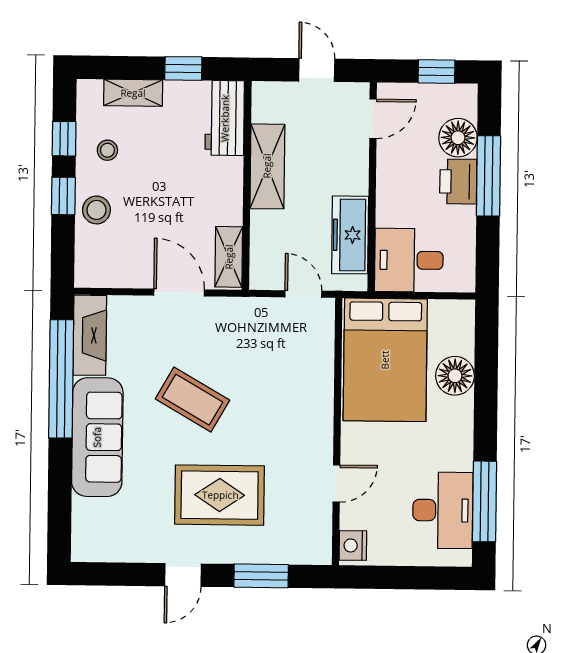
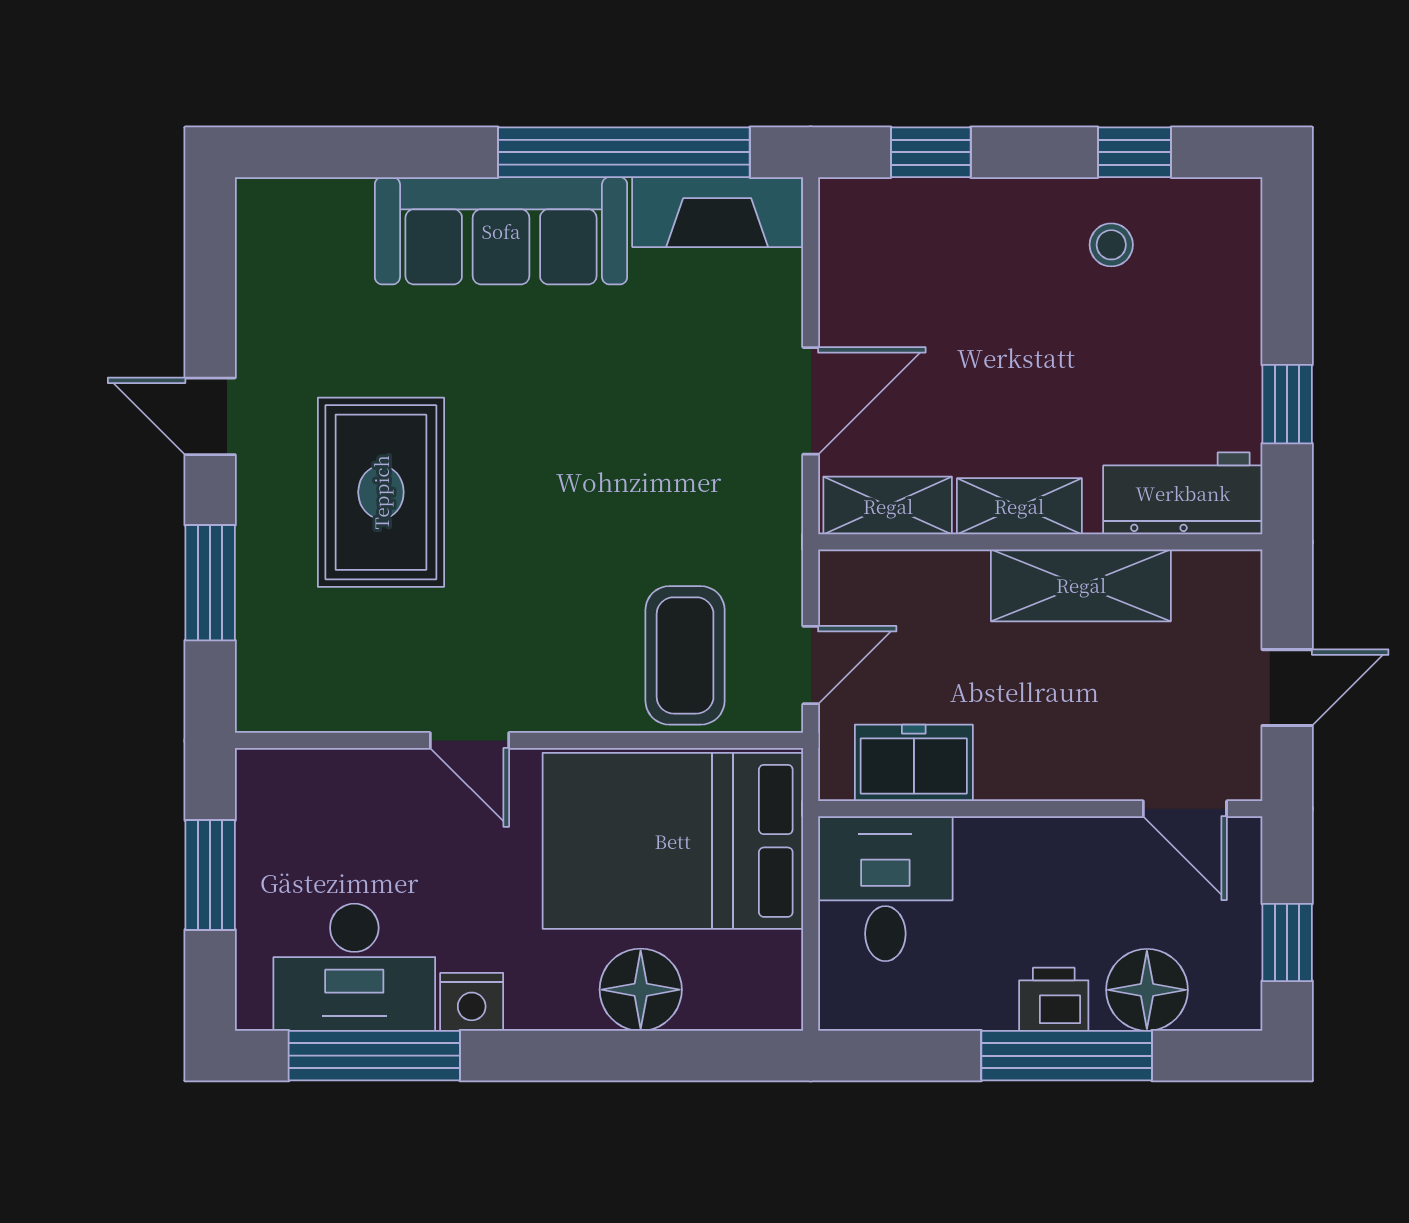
shelving: (133, 93) -> (1019, 506), moved, turned 90
printer: (458, 182) -> (1054, 999), width x0.73, depth x0.81
window: (63, 196) -> (931, 152), moved
stool: (96, 210) -> (984, 223), removed
freezer: (350, 235) -> (914, 763), width x0.71
coffee table: (192, 400) -> (685, 655), moved, turned -30
door: (336, 484) -> (469, 740), moved
nightstand: (353, 546) -> (472, 1002), moved, turned 180
window: (399, 578) -> (210, 875), added

